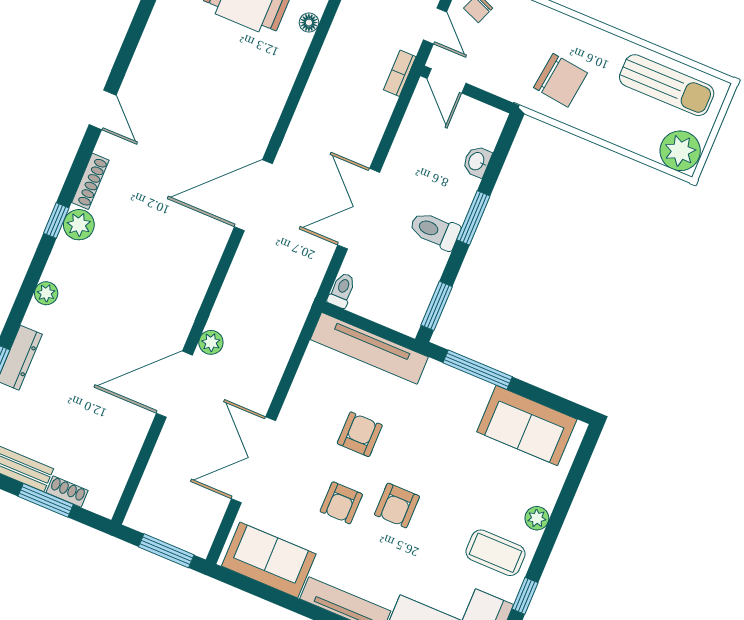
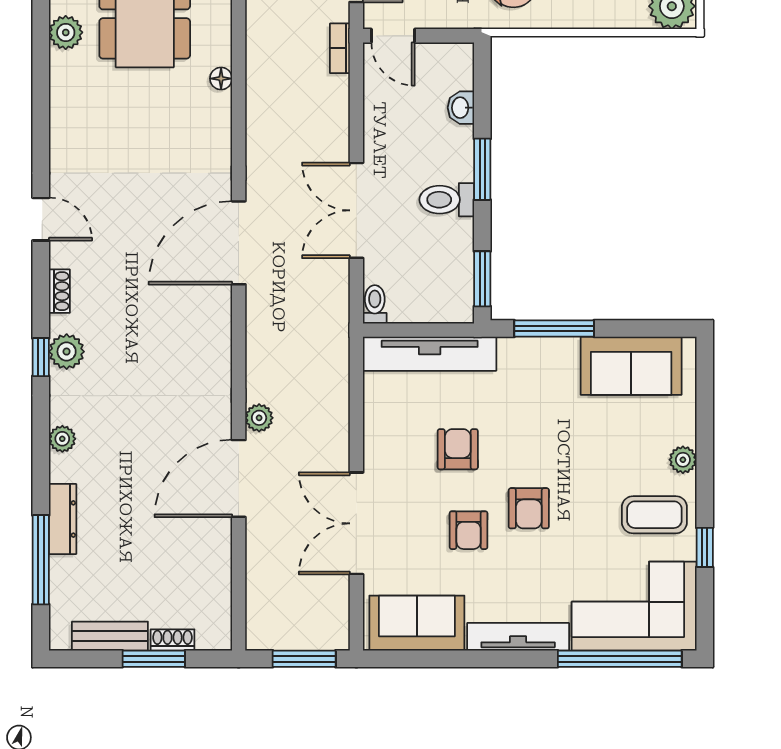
floor lamp: (309, 23) -> (221, 79), moved
shoe rack: (90, 181) -> (59, 291), width x0.70

